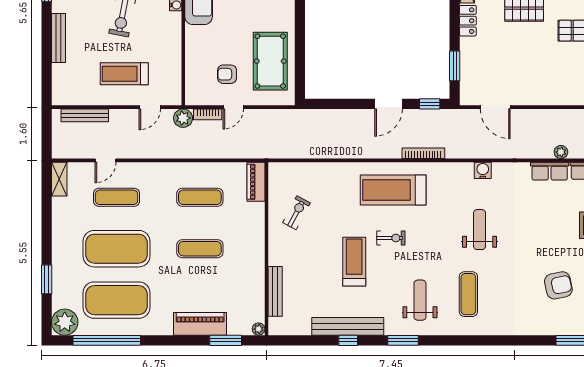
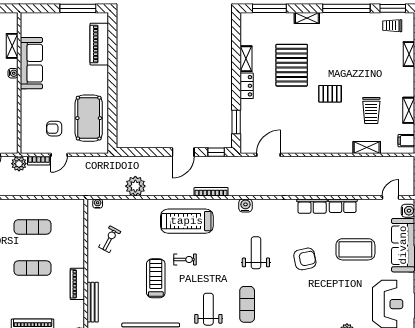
door: (495, 107) -> (268, 155), swing flipped
plant: (561, 152) -> (135, 186), moved, width x1.88, depth x1.88
water cooler: (281, 168) -> (98, 204), added
water cooler: (483, 170) -> (245, 205), moved
piano: (256, 182) -> (77, 284), moved
armchair: (558, 285) -> (305, 259), moved

